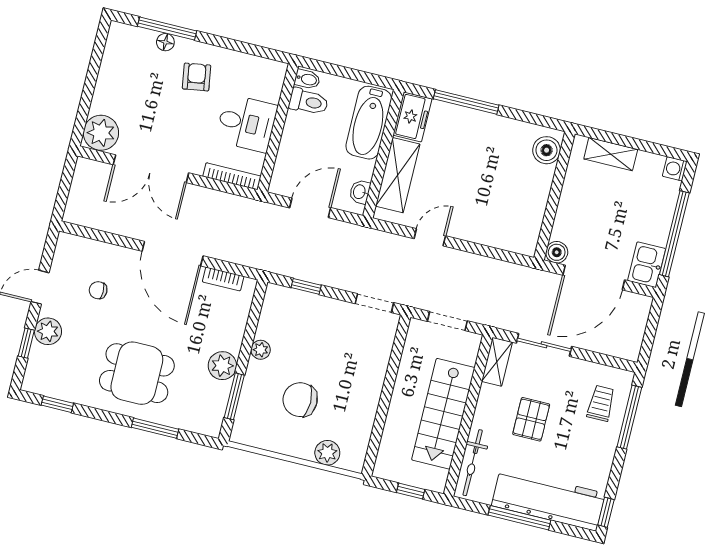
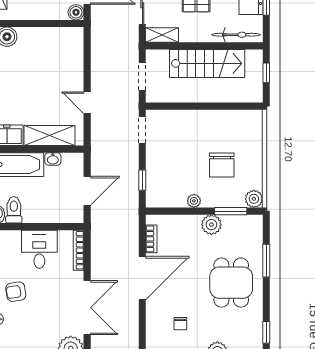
washbasin: (360, 192) -> (53, 159), moved
door: (310, 208) -> (87, 191), swing flipped
plant: (327, 453) -> (254, 199), moved

